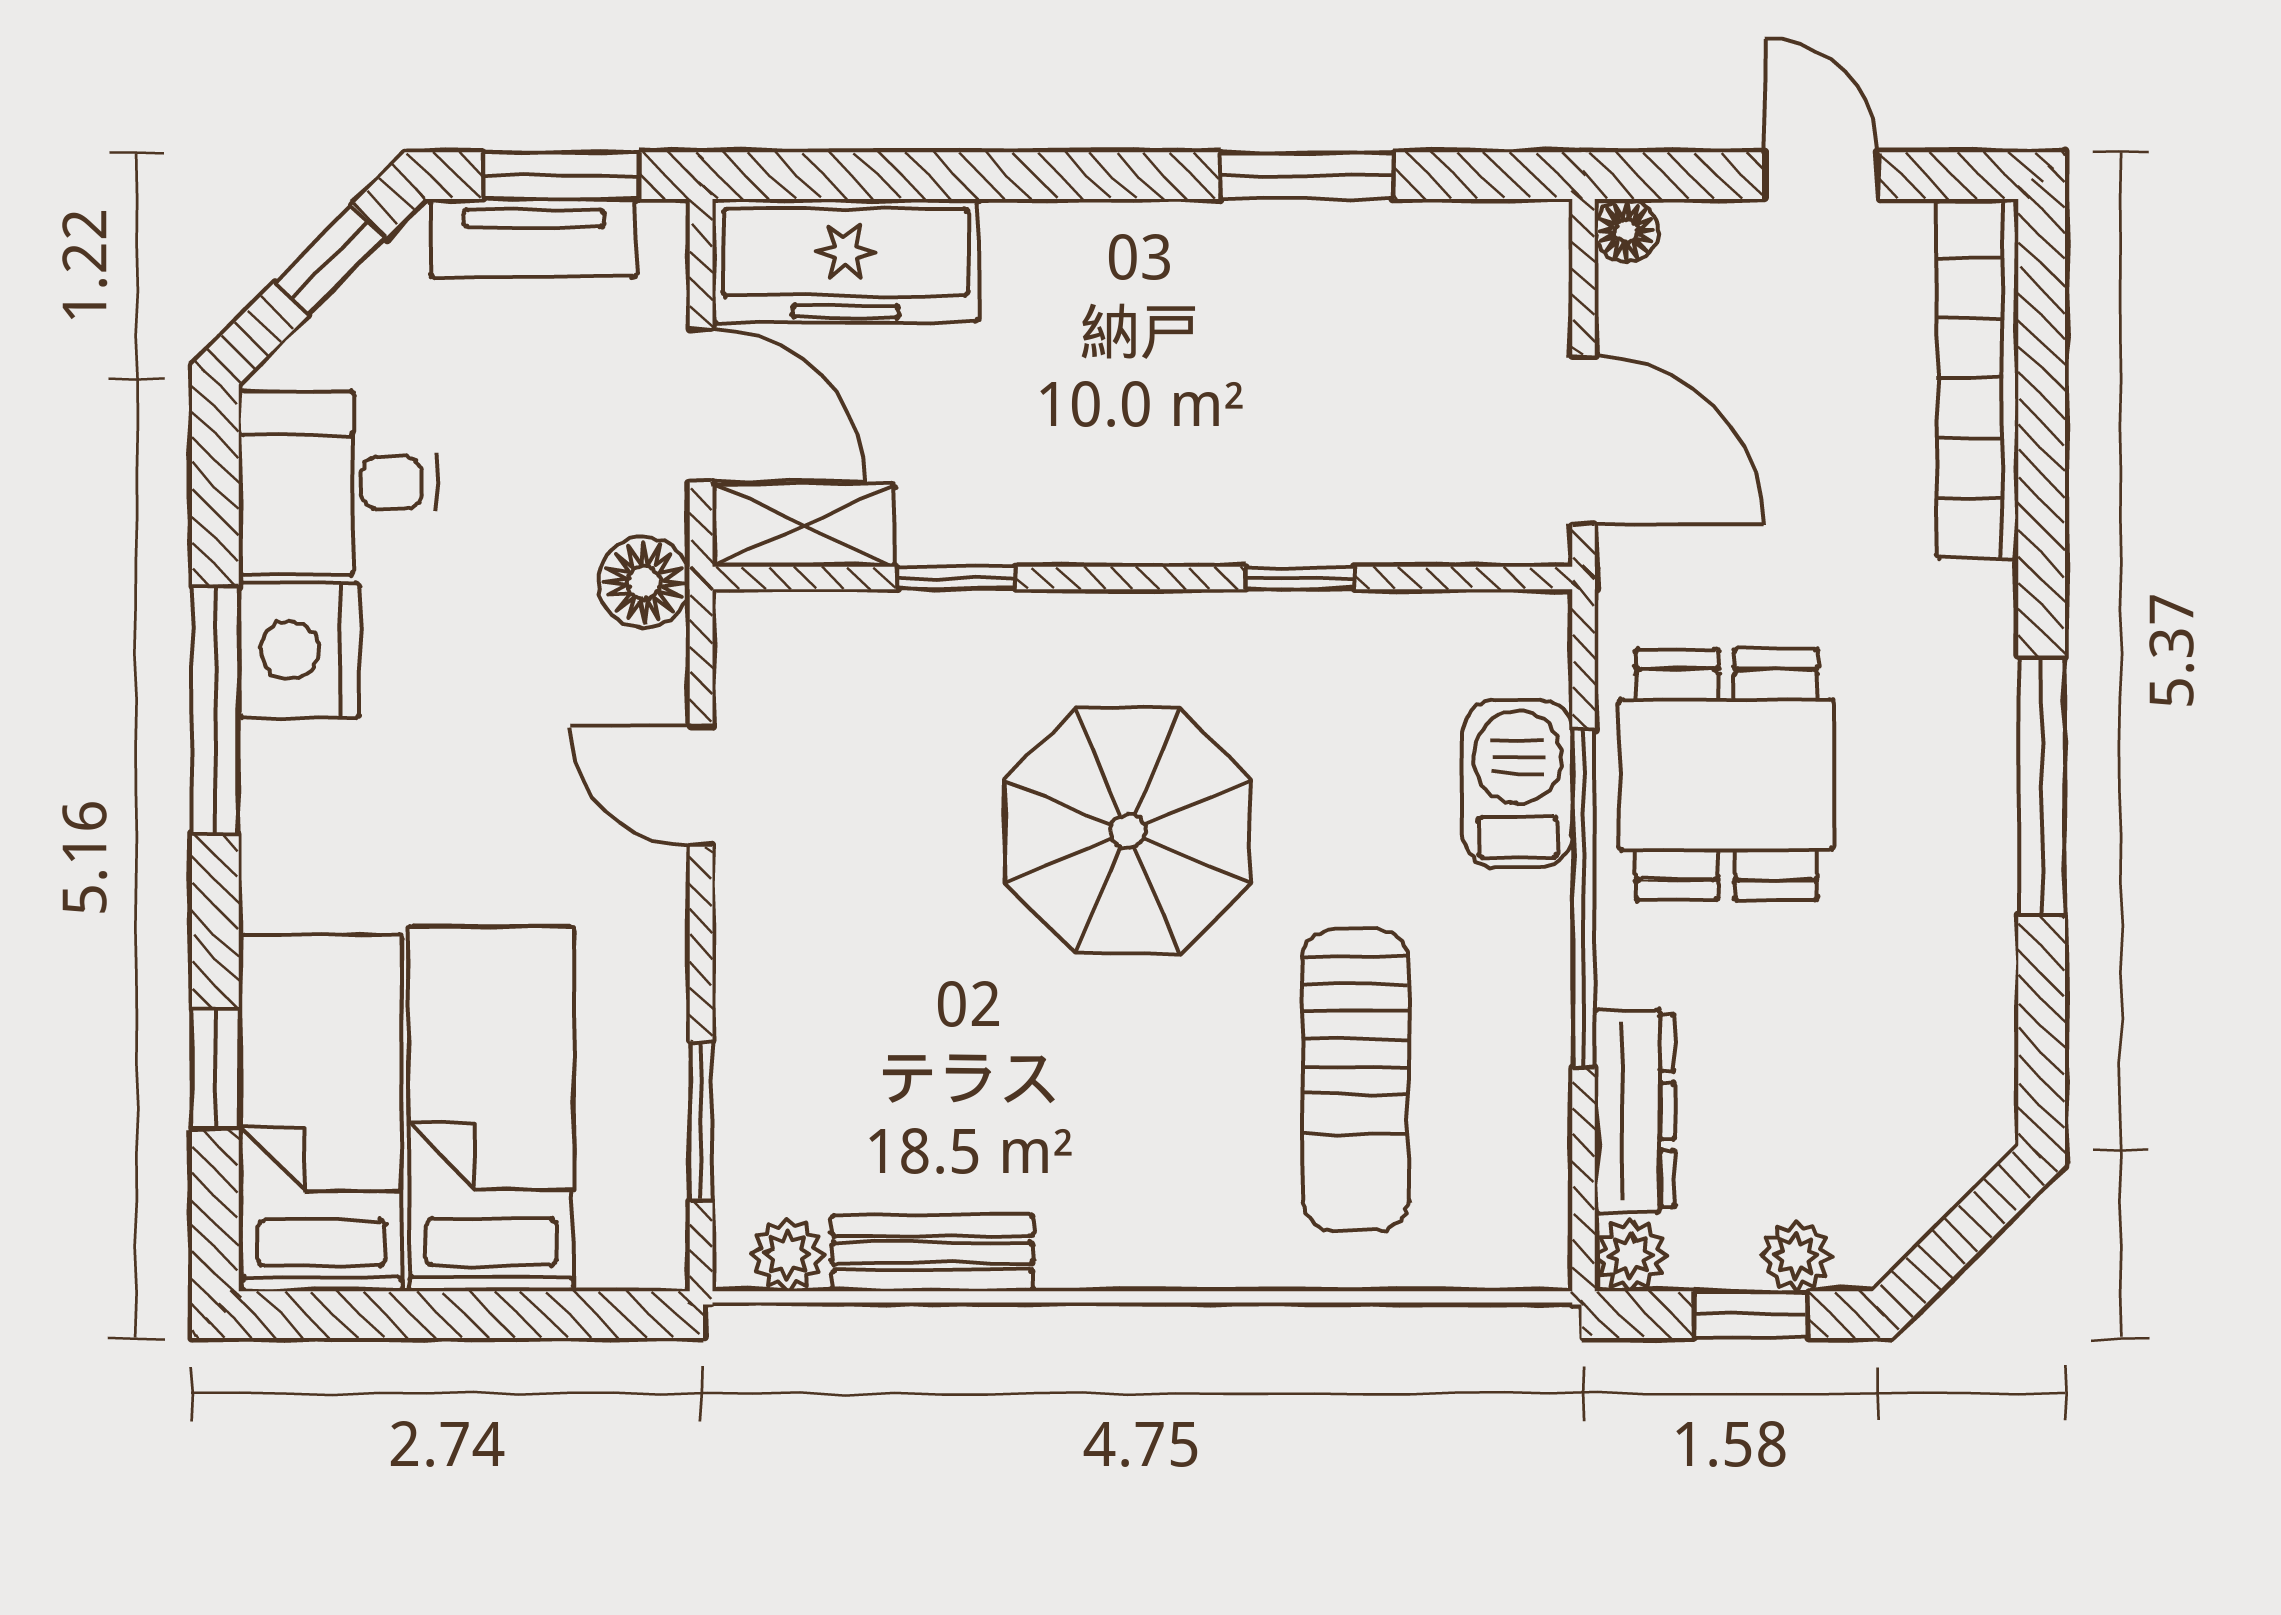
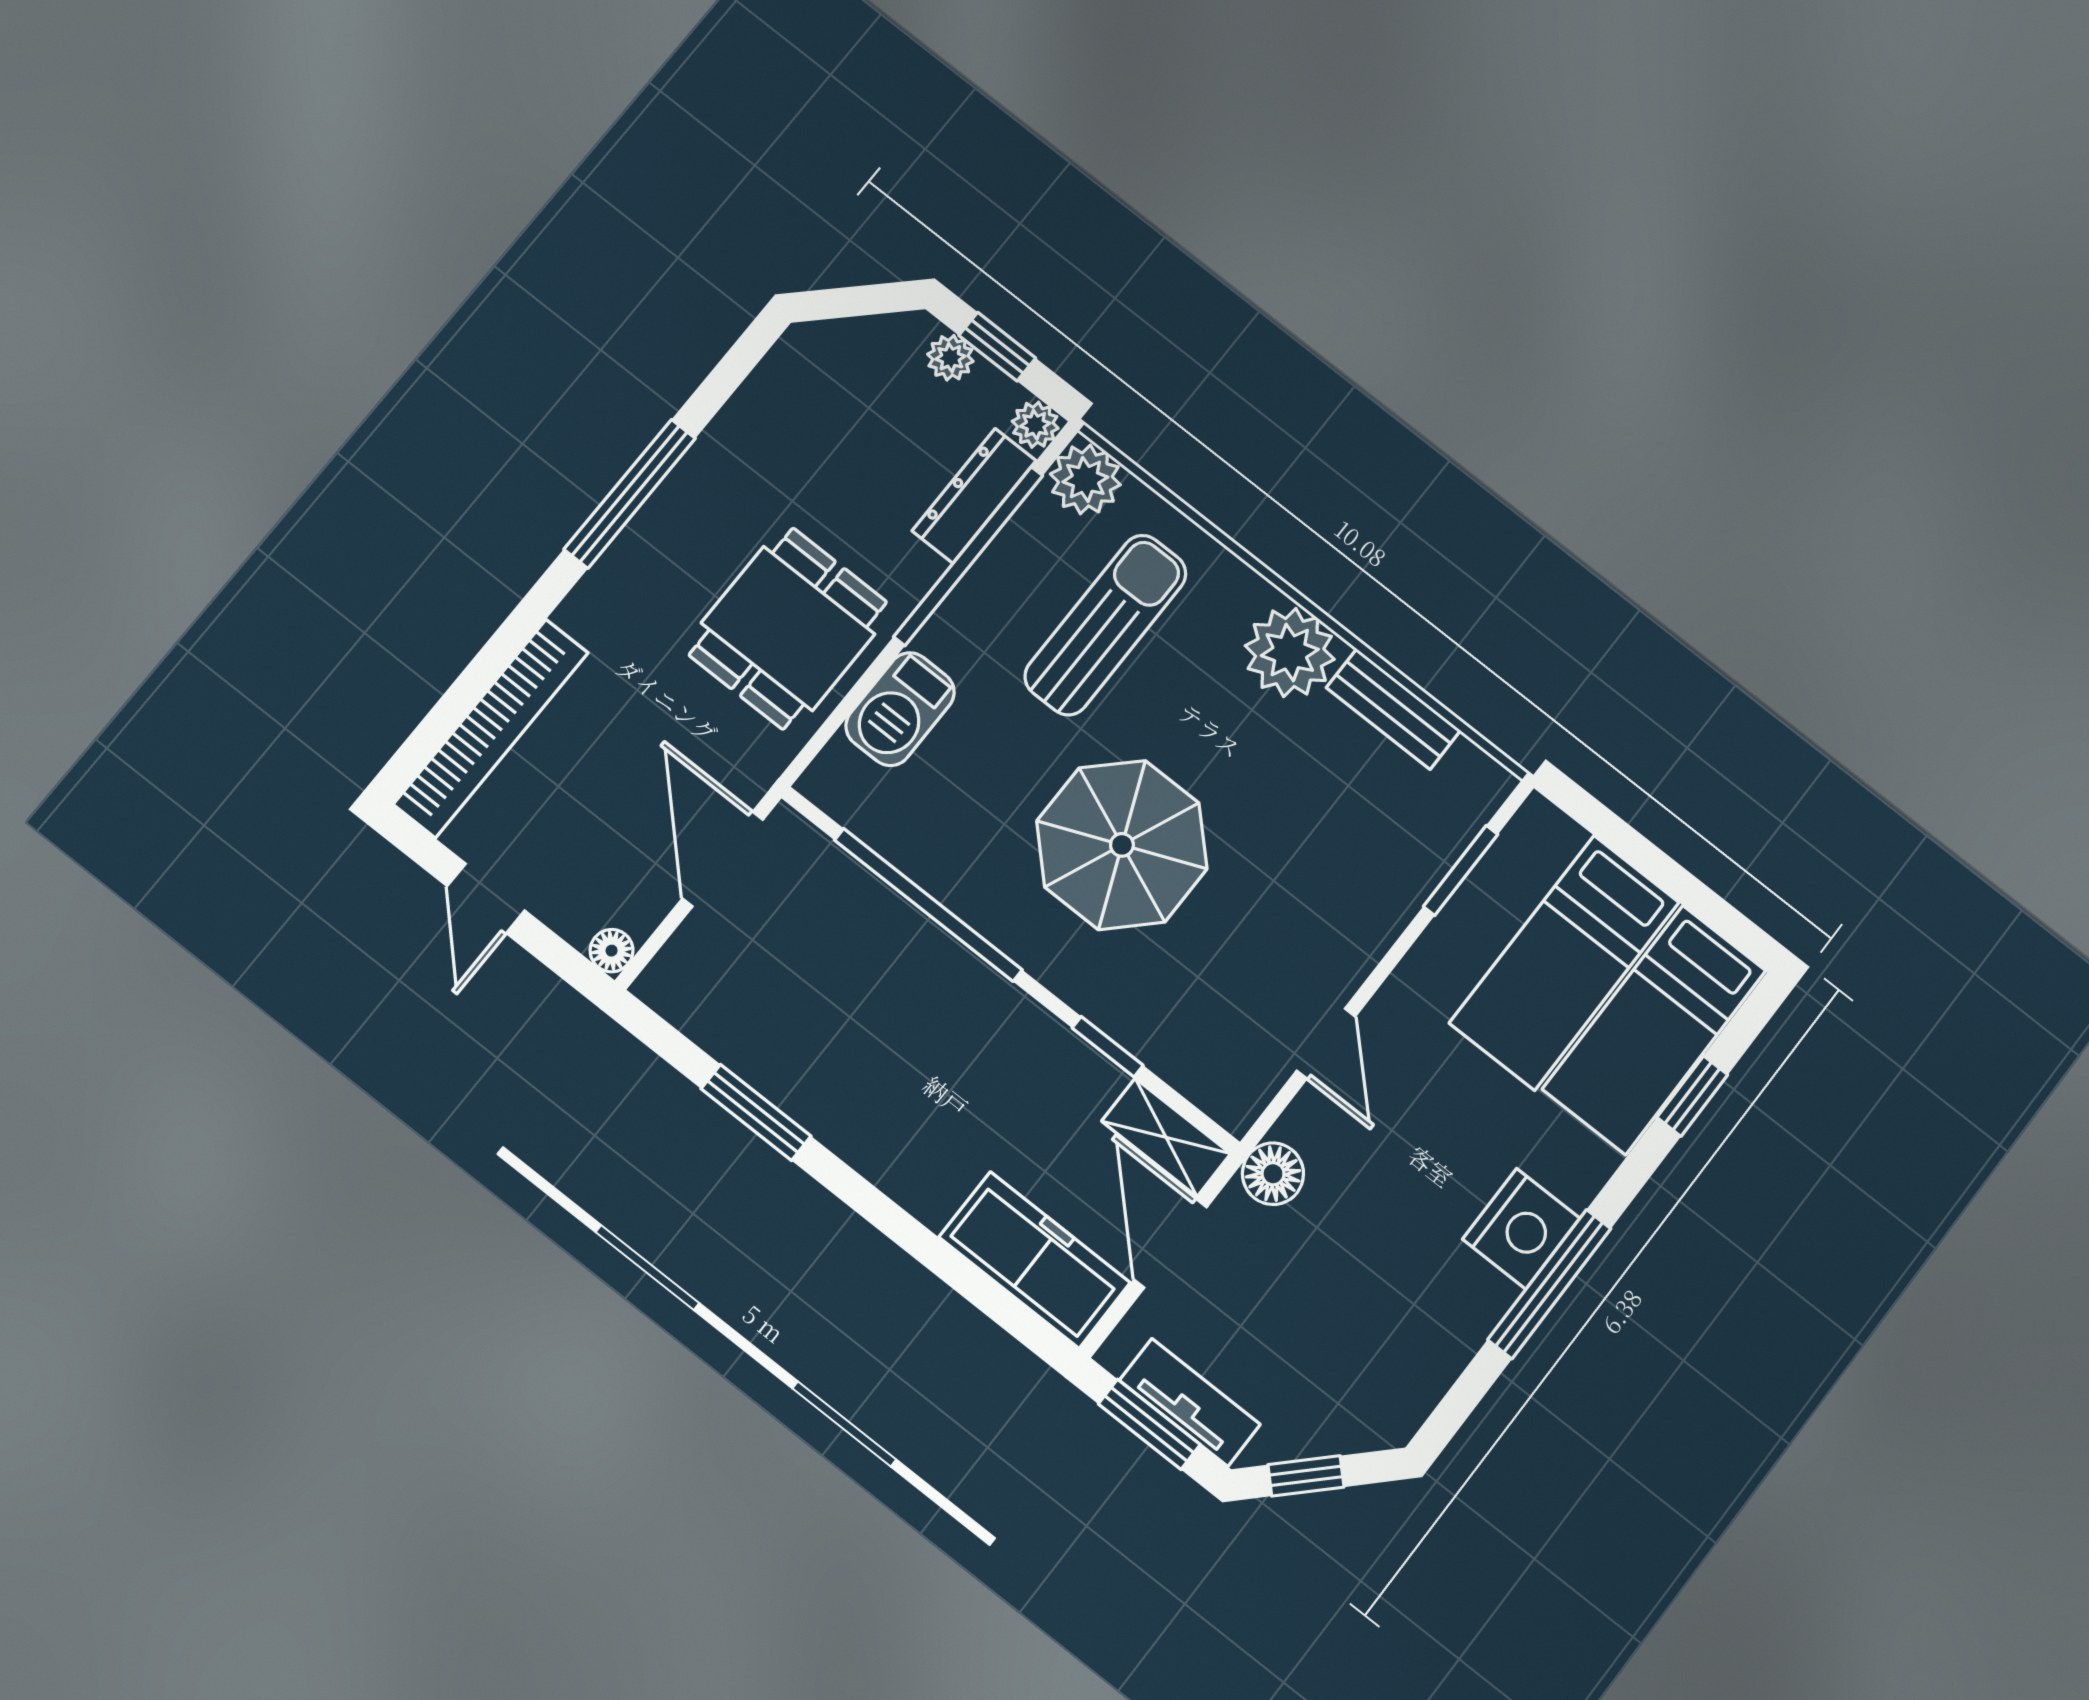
desk: (338, 483) -> (1393, 1353), removed
window: (1300, 578) -> (928, 905), width x3.17
nightstand: (299, 650) -> (1521, 1229), moved
window: (1584, 899) -> (968, 556), moved
plant: (1518, 1237) -> (1085, 479), added
plant: (788, 1255) -> (1290, 652), moved, width x1.88, depth x1.88

